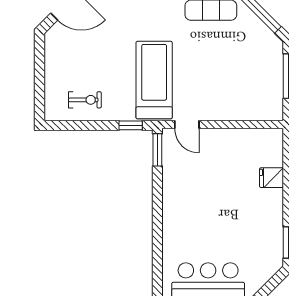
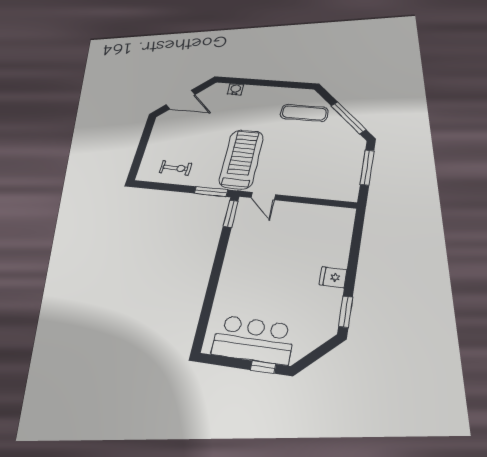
window: (131, 125) -> (211, 192), width x1.50
fridge: (272, 178) -> (333, 277), moved

